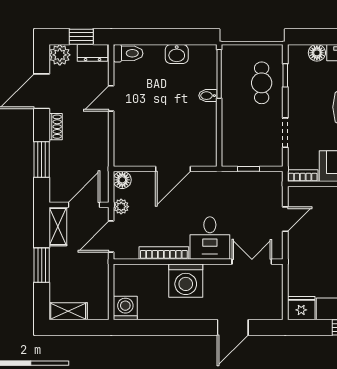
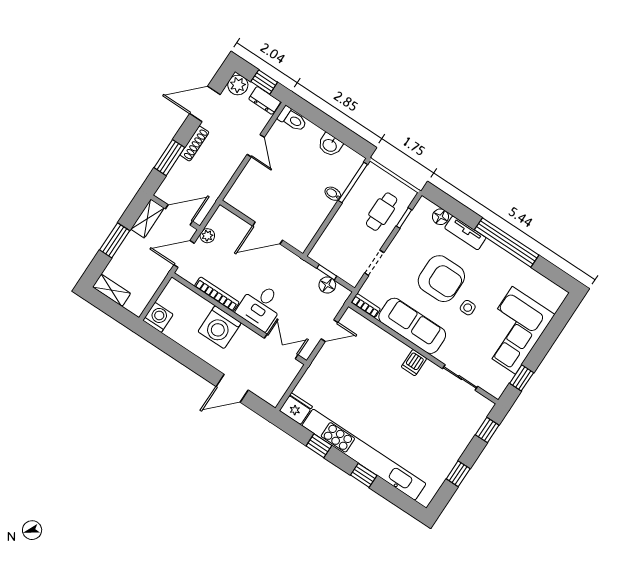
door: (111, 98) -> (256, 146), swing flipped
shoe rack: (56, 127) -> (194, 144), width x1.43
floor lamp: (122, 180) -> (327, 285), moved

